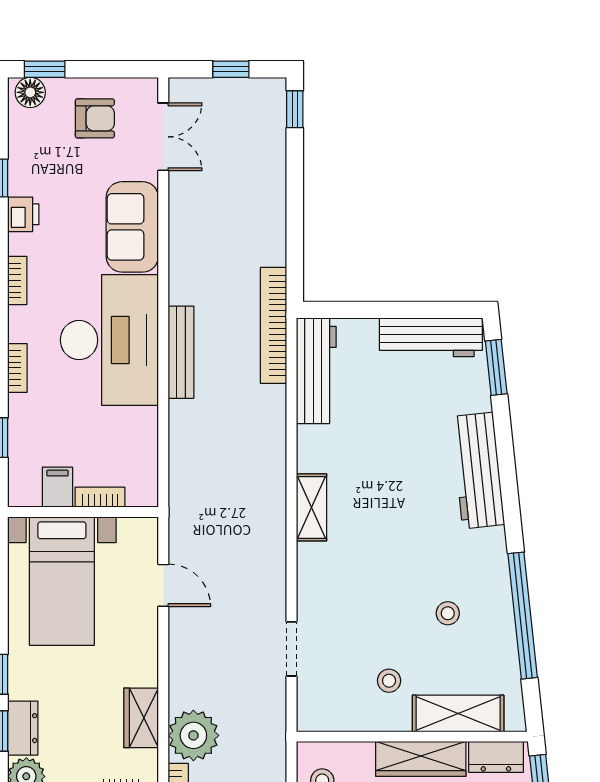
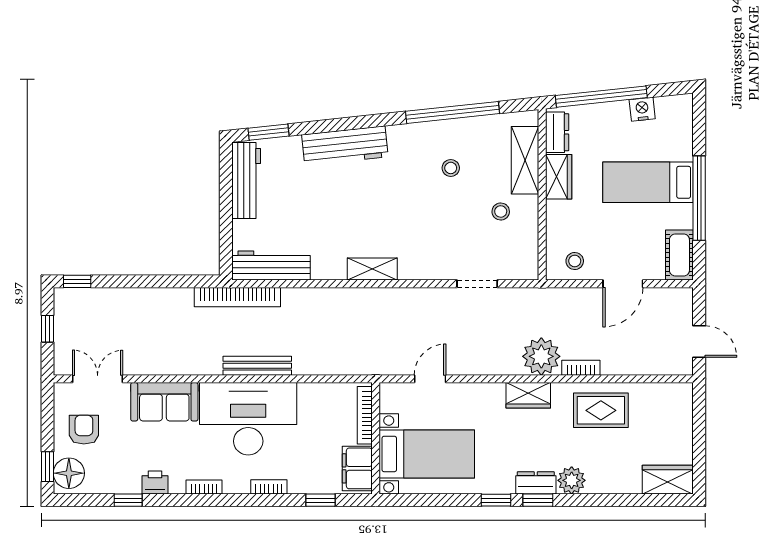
floor lamp: (30, 92) -> (69, 473), width x1.38, depth x1.38
filing cabinet: (57, 487) -> (357, 468), width x2.00
bookcase: (100, 497) -> (365, 415), width x1.56
wardrobe: (421, 759) -> (559, 177), width x0.67

